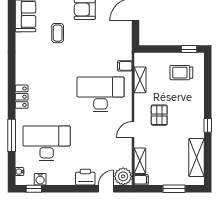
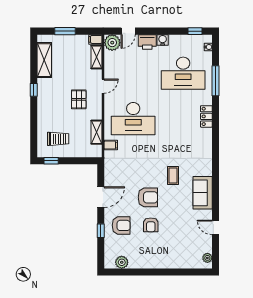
water cooler: (40, 179) -> (163, 40), moved

